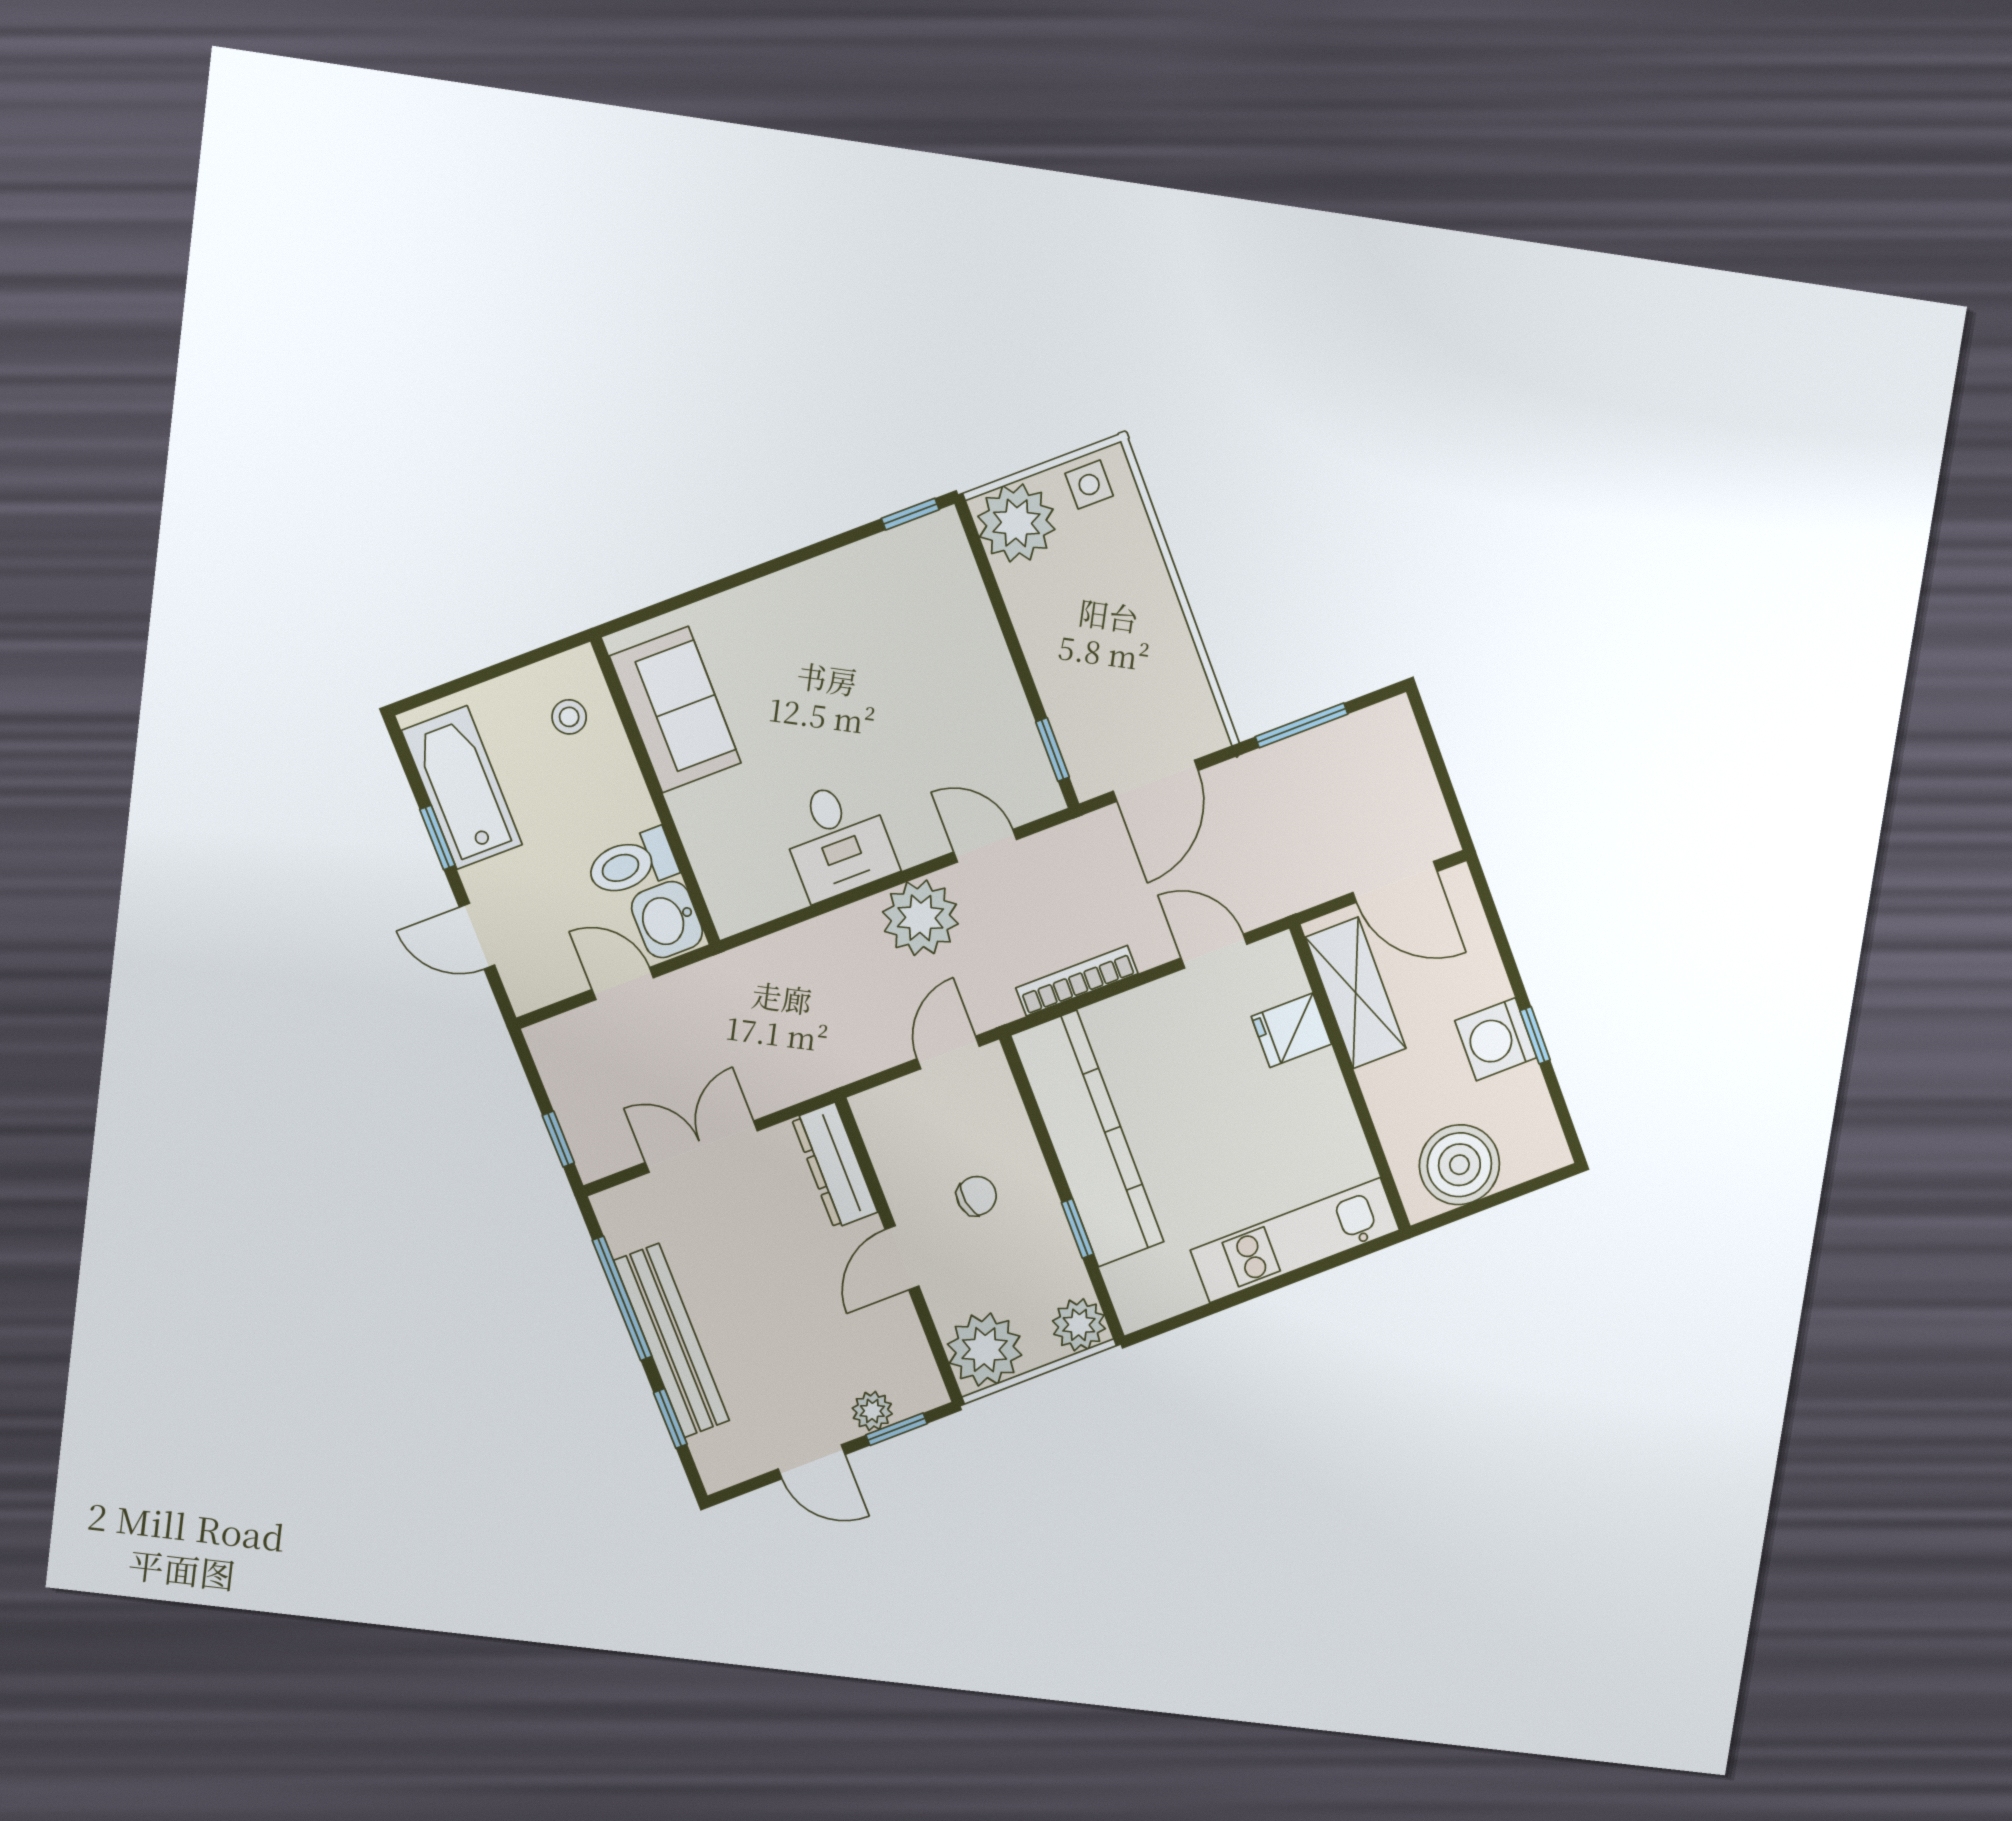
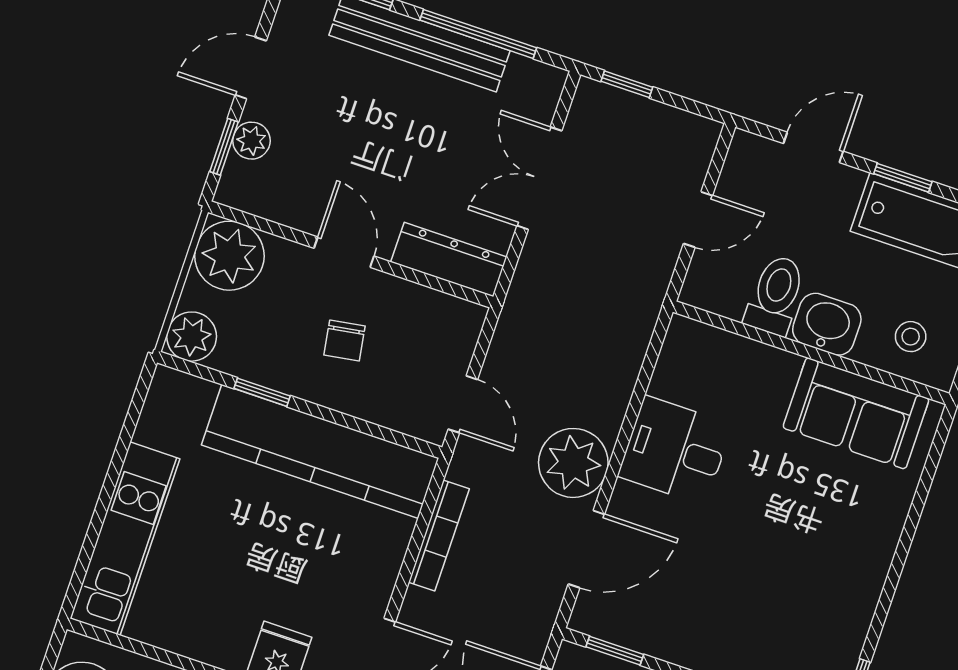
door: (985, 846) -> (586, 549), width x1.38
washbasin: (667, 920) -> (827, 324), moved
double door: (701, 1147) -> (539, 178), swing flipped

